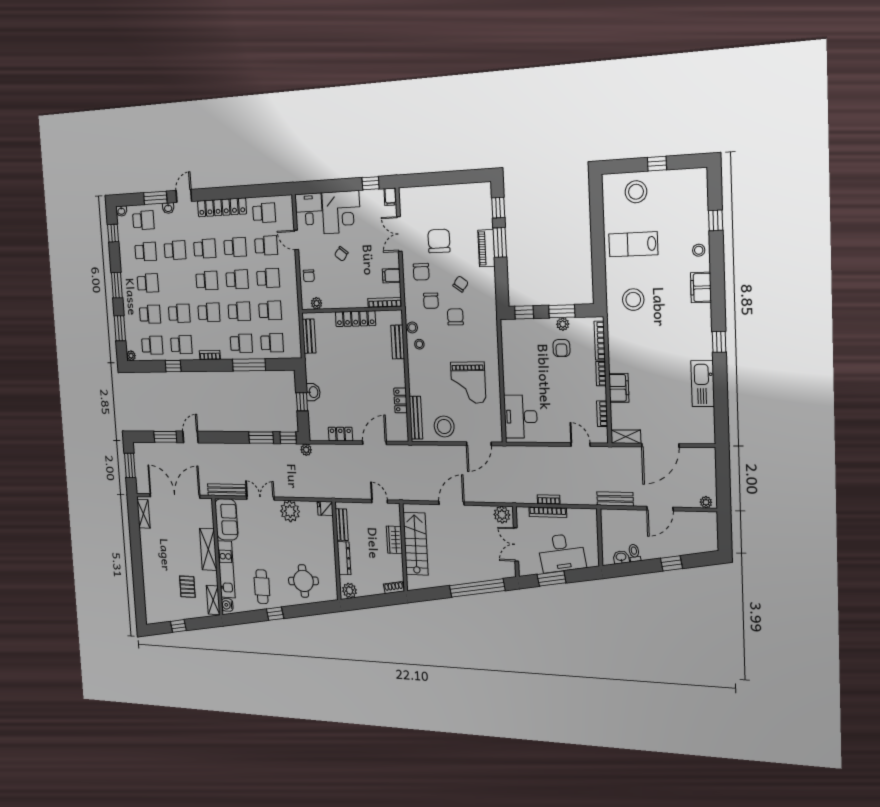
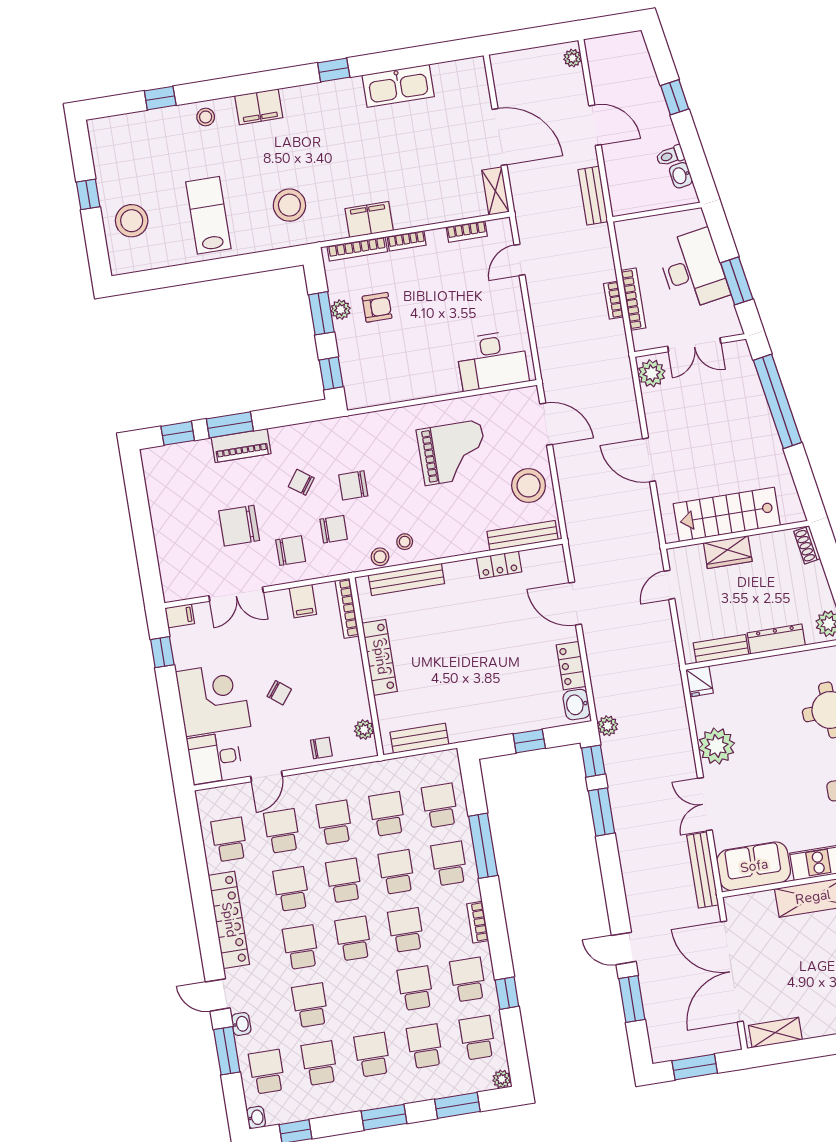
lab bench: (633, 244) -> (208, 215), turned 180
bench: (398, 342) -> (406, 579), width x1.36
filing cabinet: (619, 388) -> (369, 220), moved
washbasin: (313, 392) -> (577, 705), moved, turned -90

